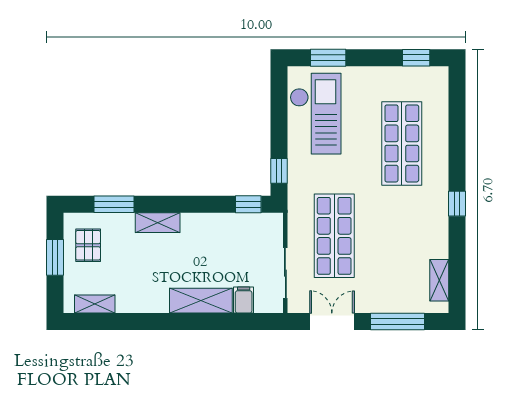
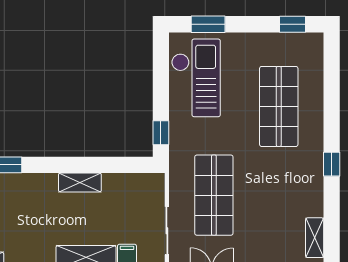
window: (248, 204) -> (131, 165), removed
shelving: (158, 223) -> (80, 182), moved

